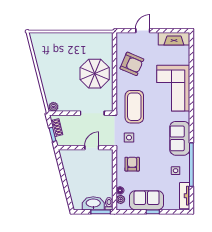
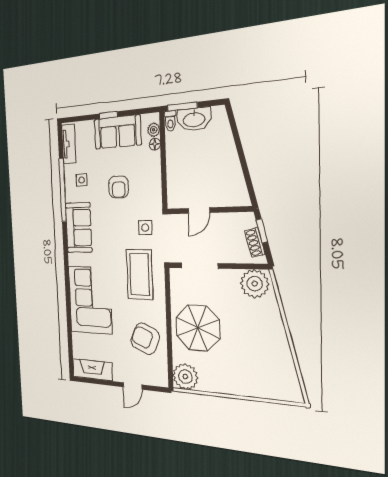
plant: (104, 41) -> (185, 377), added
plant: (53, 107) -> (255, 284), width x1.88, depth x1.88
armchair: (132, 164) -> (119, 187), moved

